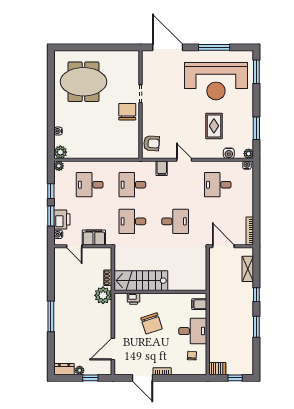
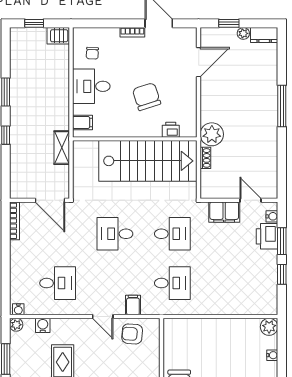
armchair: (152, 143) -> (132, 334), moved
plant: (59, 166) -> (271, 308), removed
desk: (90, 185) -> (230, 283), removed
shelving: (248, 269) -> (62, 148), moved
stairs: (141, 281) -> (148, 161), width x1.36, depth x1.51

